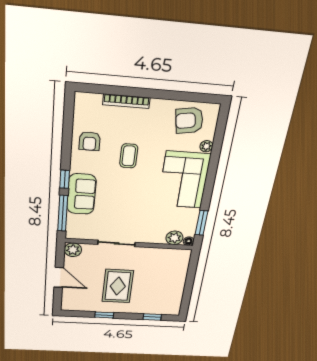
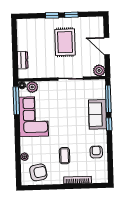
coffee table: (129, 156) -> (65, 156), moved
corner sofa: (184, 180) -> (34, 117), moved
window: (201, 223) -> (16, 101), width x1.44
dresser: (181, 270) -> (23, 60), added
window: (152, 317) -> (52, 15), moved

